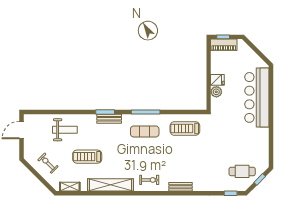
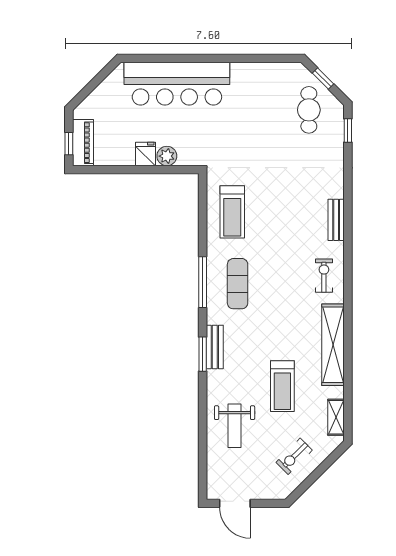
weight bench: (65, 130) -> (235, 426), turned 180

